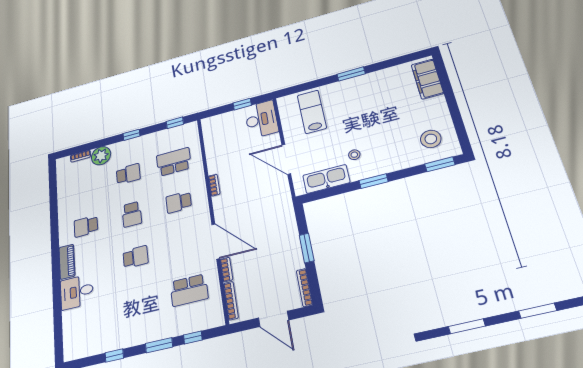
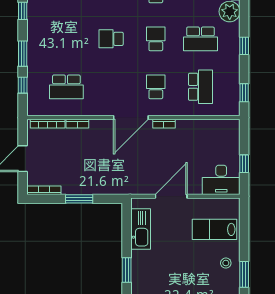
lab bench: (312, 112) -> (214, 229), turned 180
stool: (354, 155) -> (226, 263), moved
school desk: (128, 174) -> (200, 39), width x1.85
school desk: (132, 214) -> (156, 39), turned 90
door: (216, 241) -> (131, 118), moved
school desk: (136, 257) -> (111, 39), turned 90
school desk: (189, 290) -> (66, 87), turned -90

